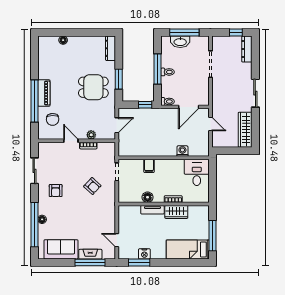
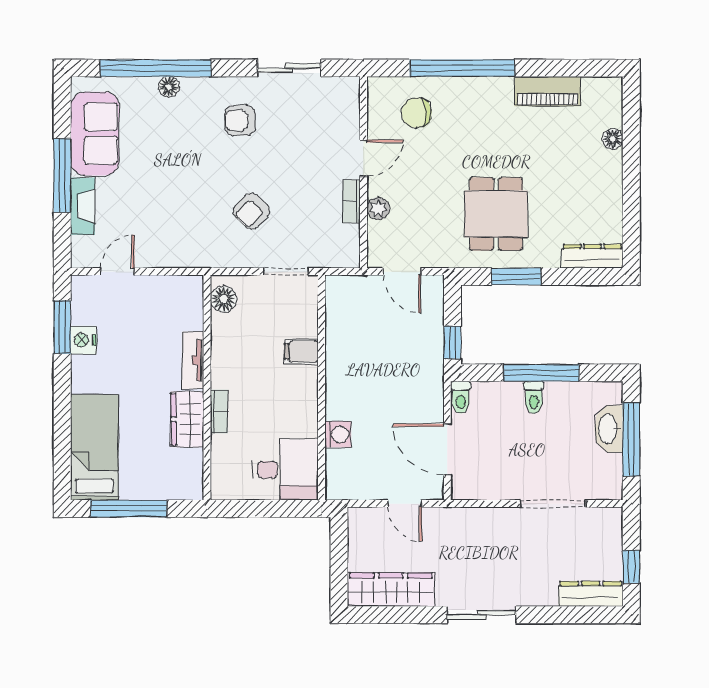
piano: (44, 93) -> (548, 91), moved
door: (210, 124) -> (405, 504), hinge flipped
floor lamp: (148, 197) -> (224, 299), moved
window: (90, 262) -> (62, 176), moved

